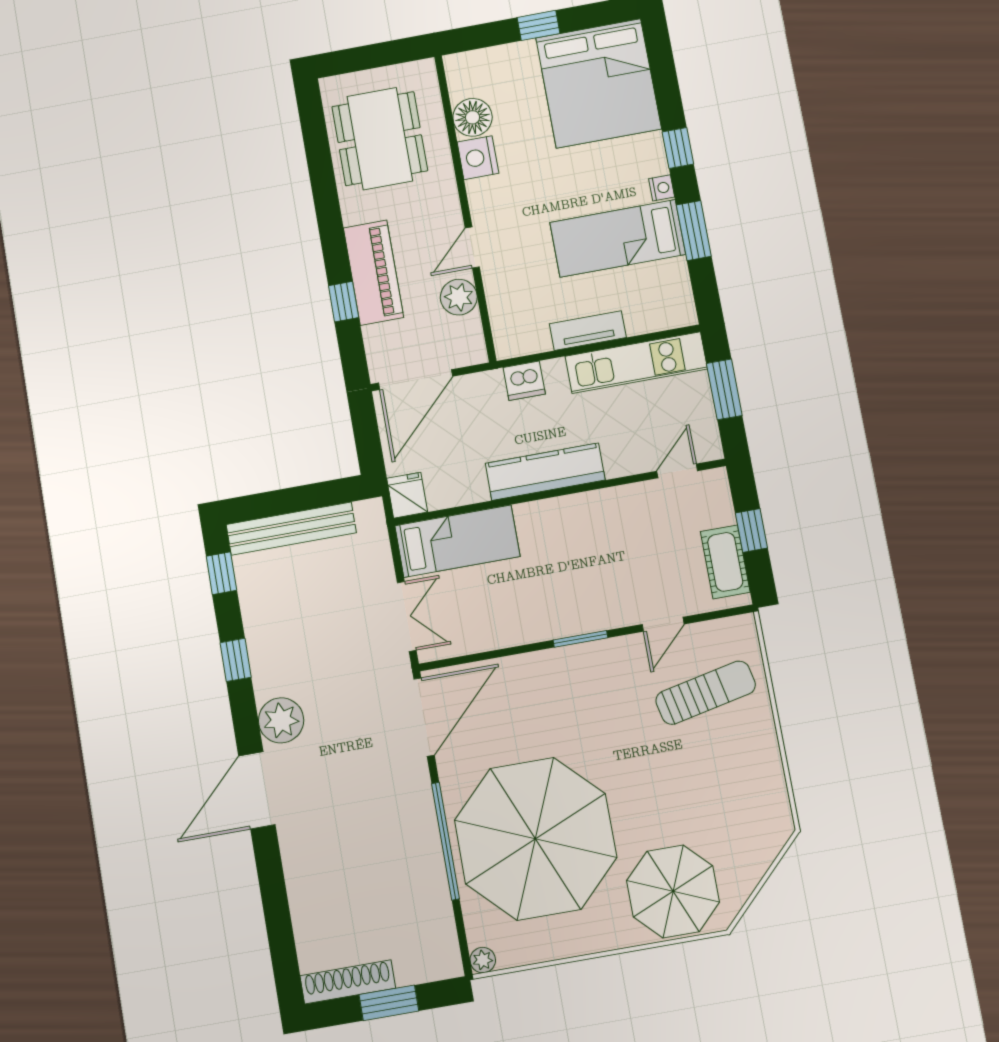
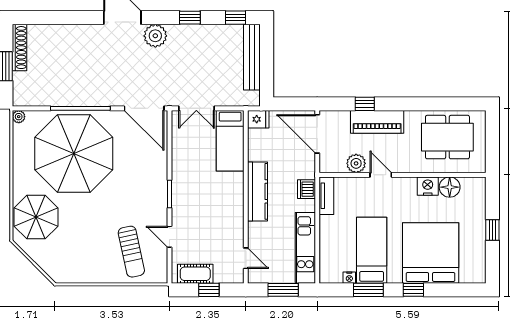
bed: (598, 83) -> (431, 253), moved, turned 90
nightstand: (662, 188) -> (349, 278), moved
tv unit: (588, 331) -> (326, 196), moved

